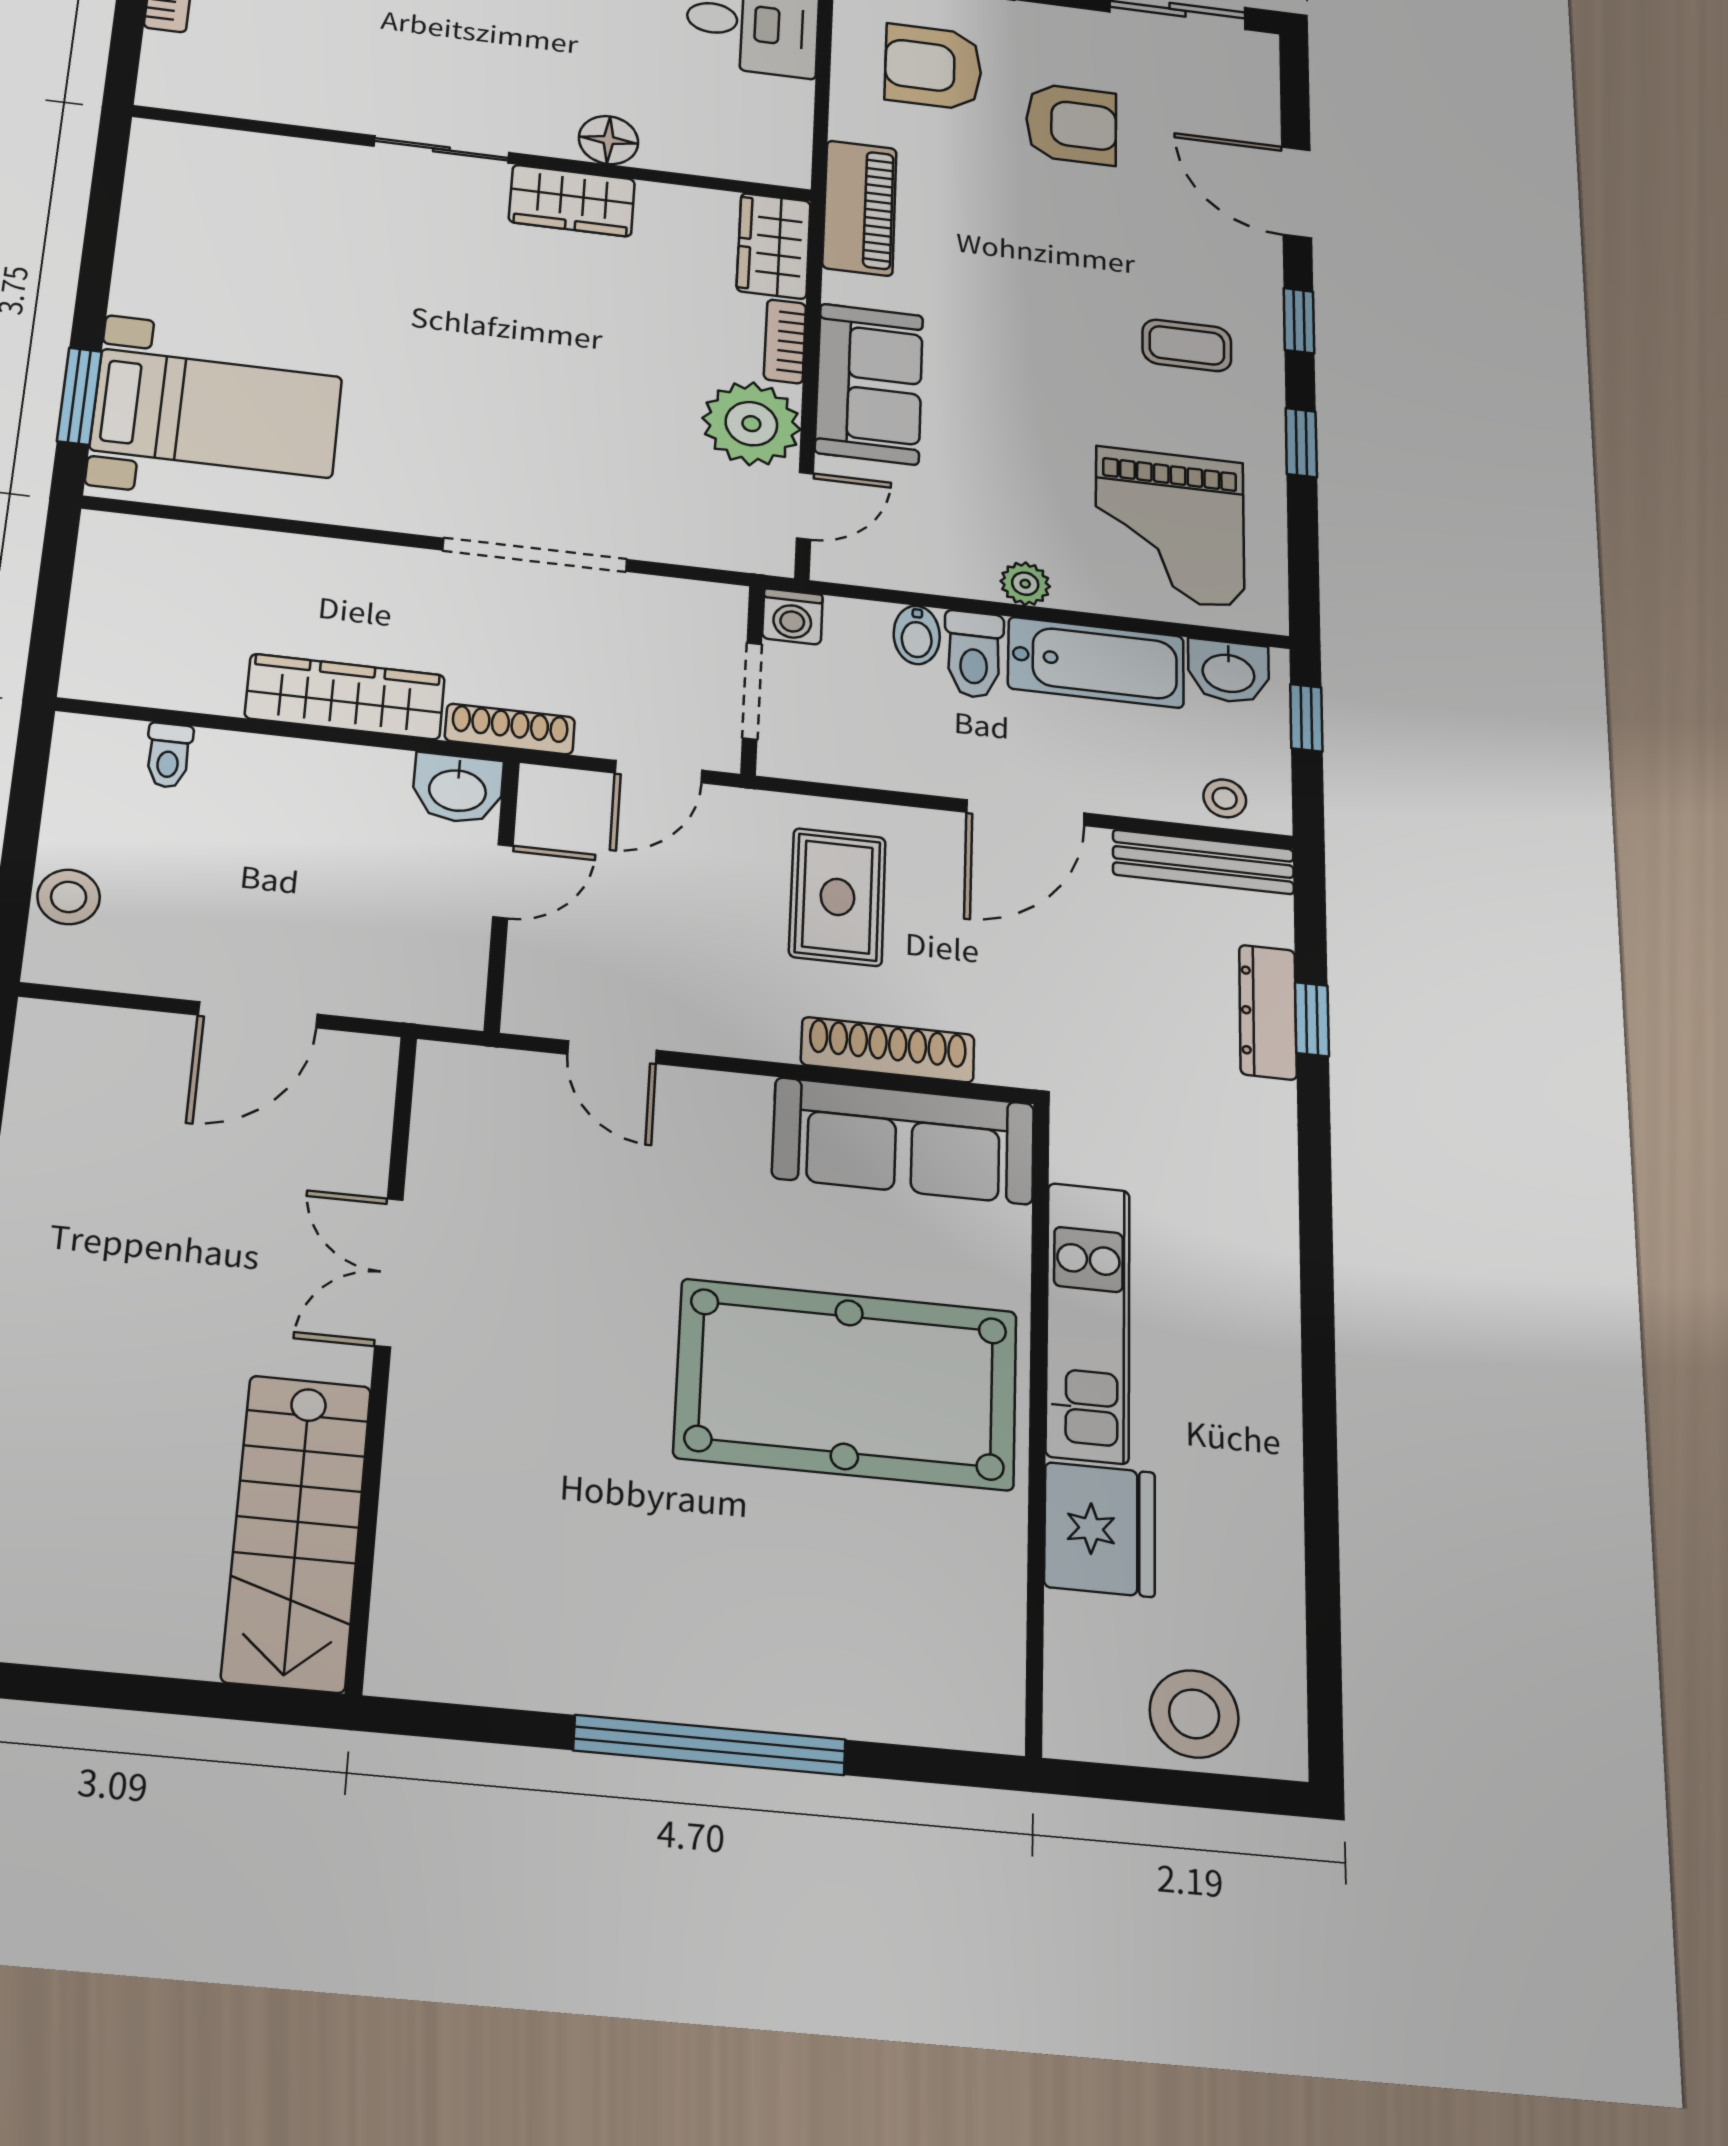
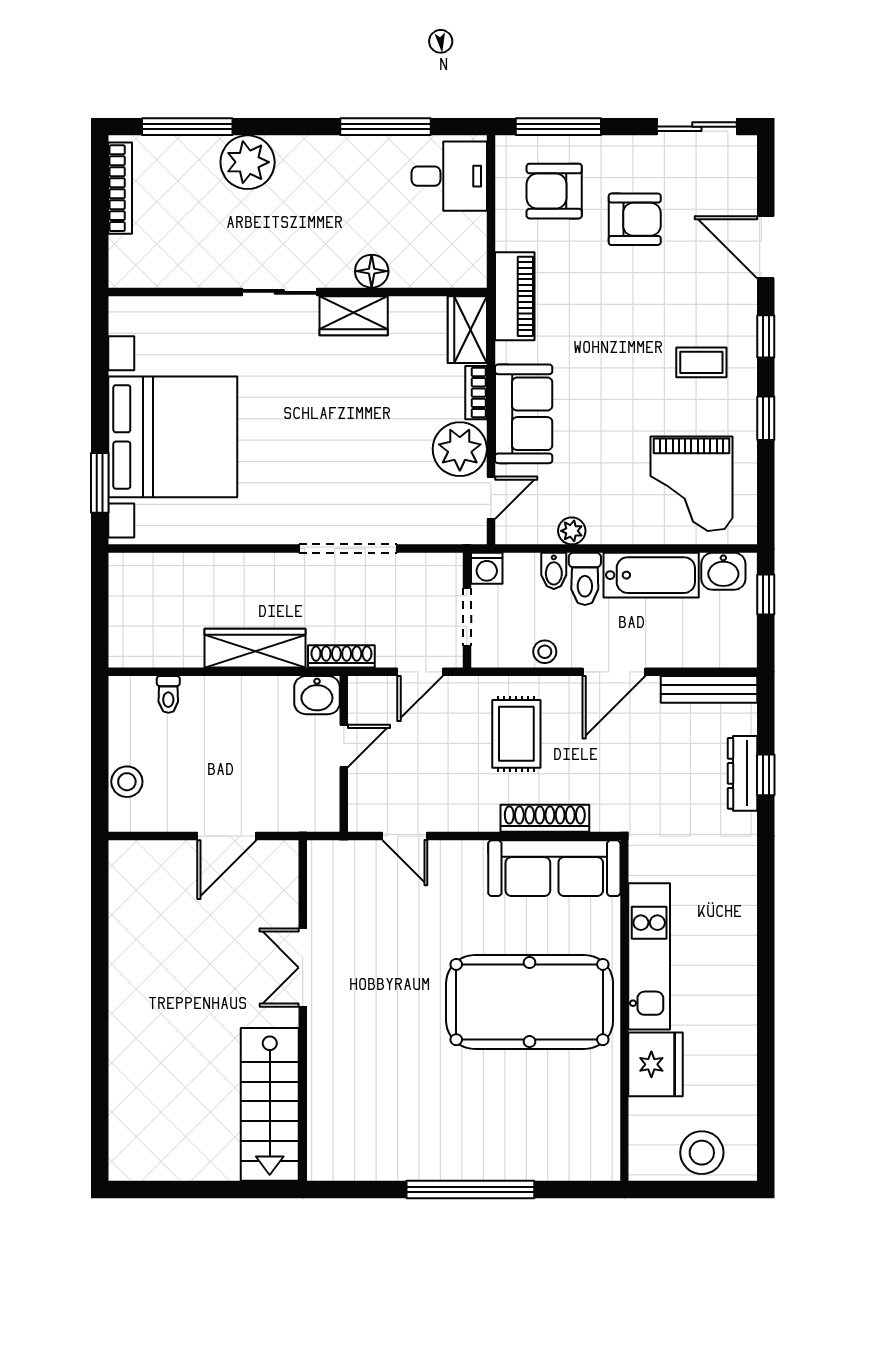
bed with nightstands: (216, 413) -> (173, 437), width x1.85
plant: (1025, 584) -> (572, 531), moved
stool: (1225, 798) -> (545, 652), moved

